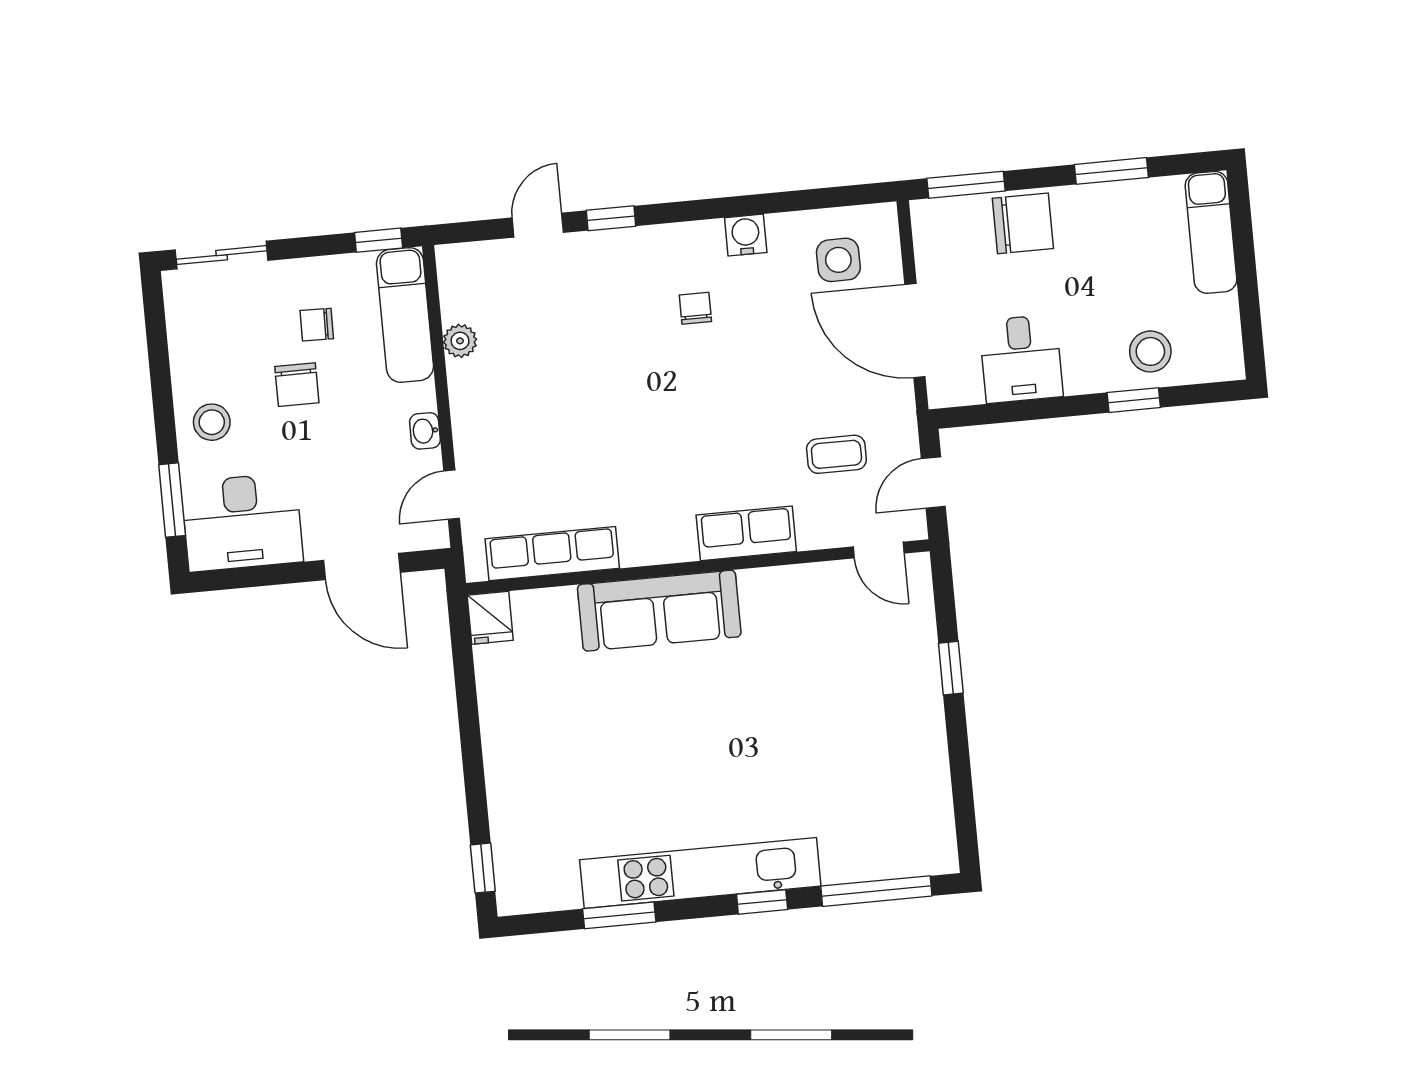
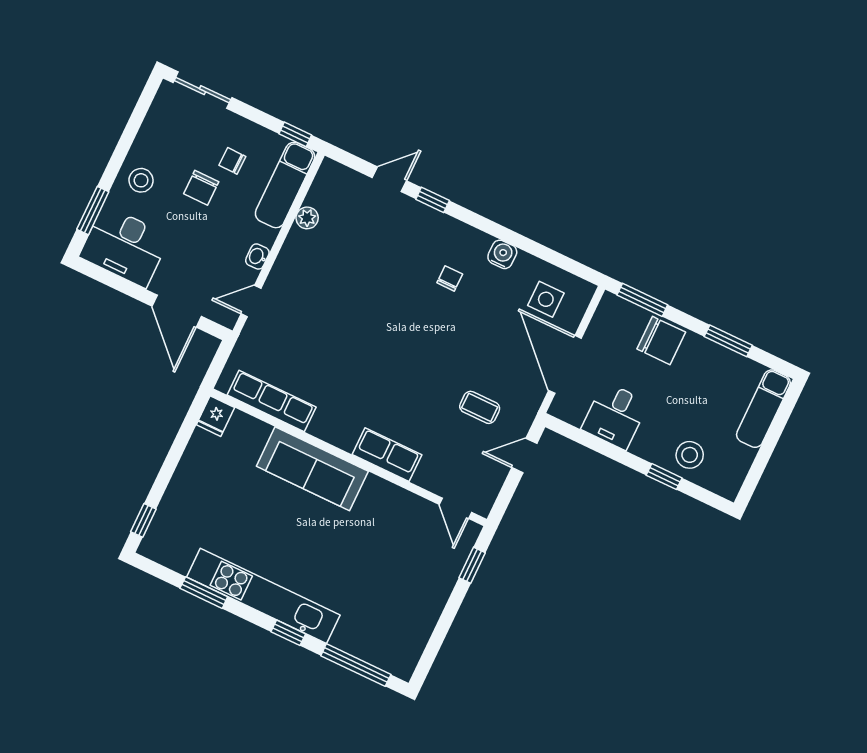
row of seats: (746, 533) -> (387, 455), moved
door: (879, 550) -> (455, 508), moved
row of seats: (552, 554) -> (272, 401), moved
wall: (698, 567) -> (349, 457), moved
sofa: (659, 611) -> (312, 469), moved
fridge: (490, 618) -> (215, 416), moved

